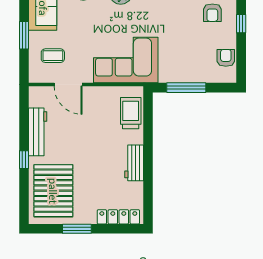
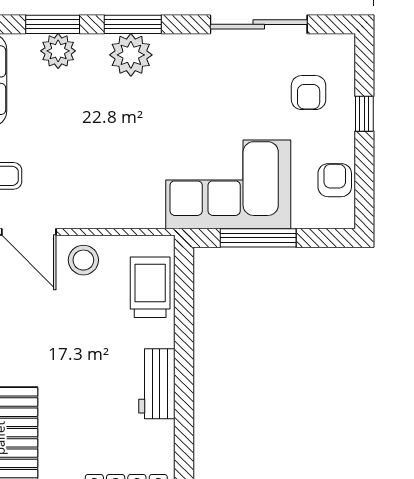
corner sofa: (126, 60) -> (228, 184), moved
stool: (96, 99) -> (83, 260), added

